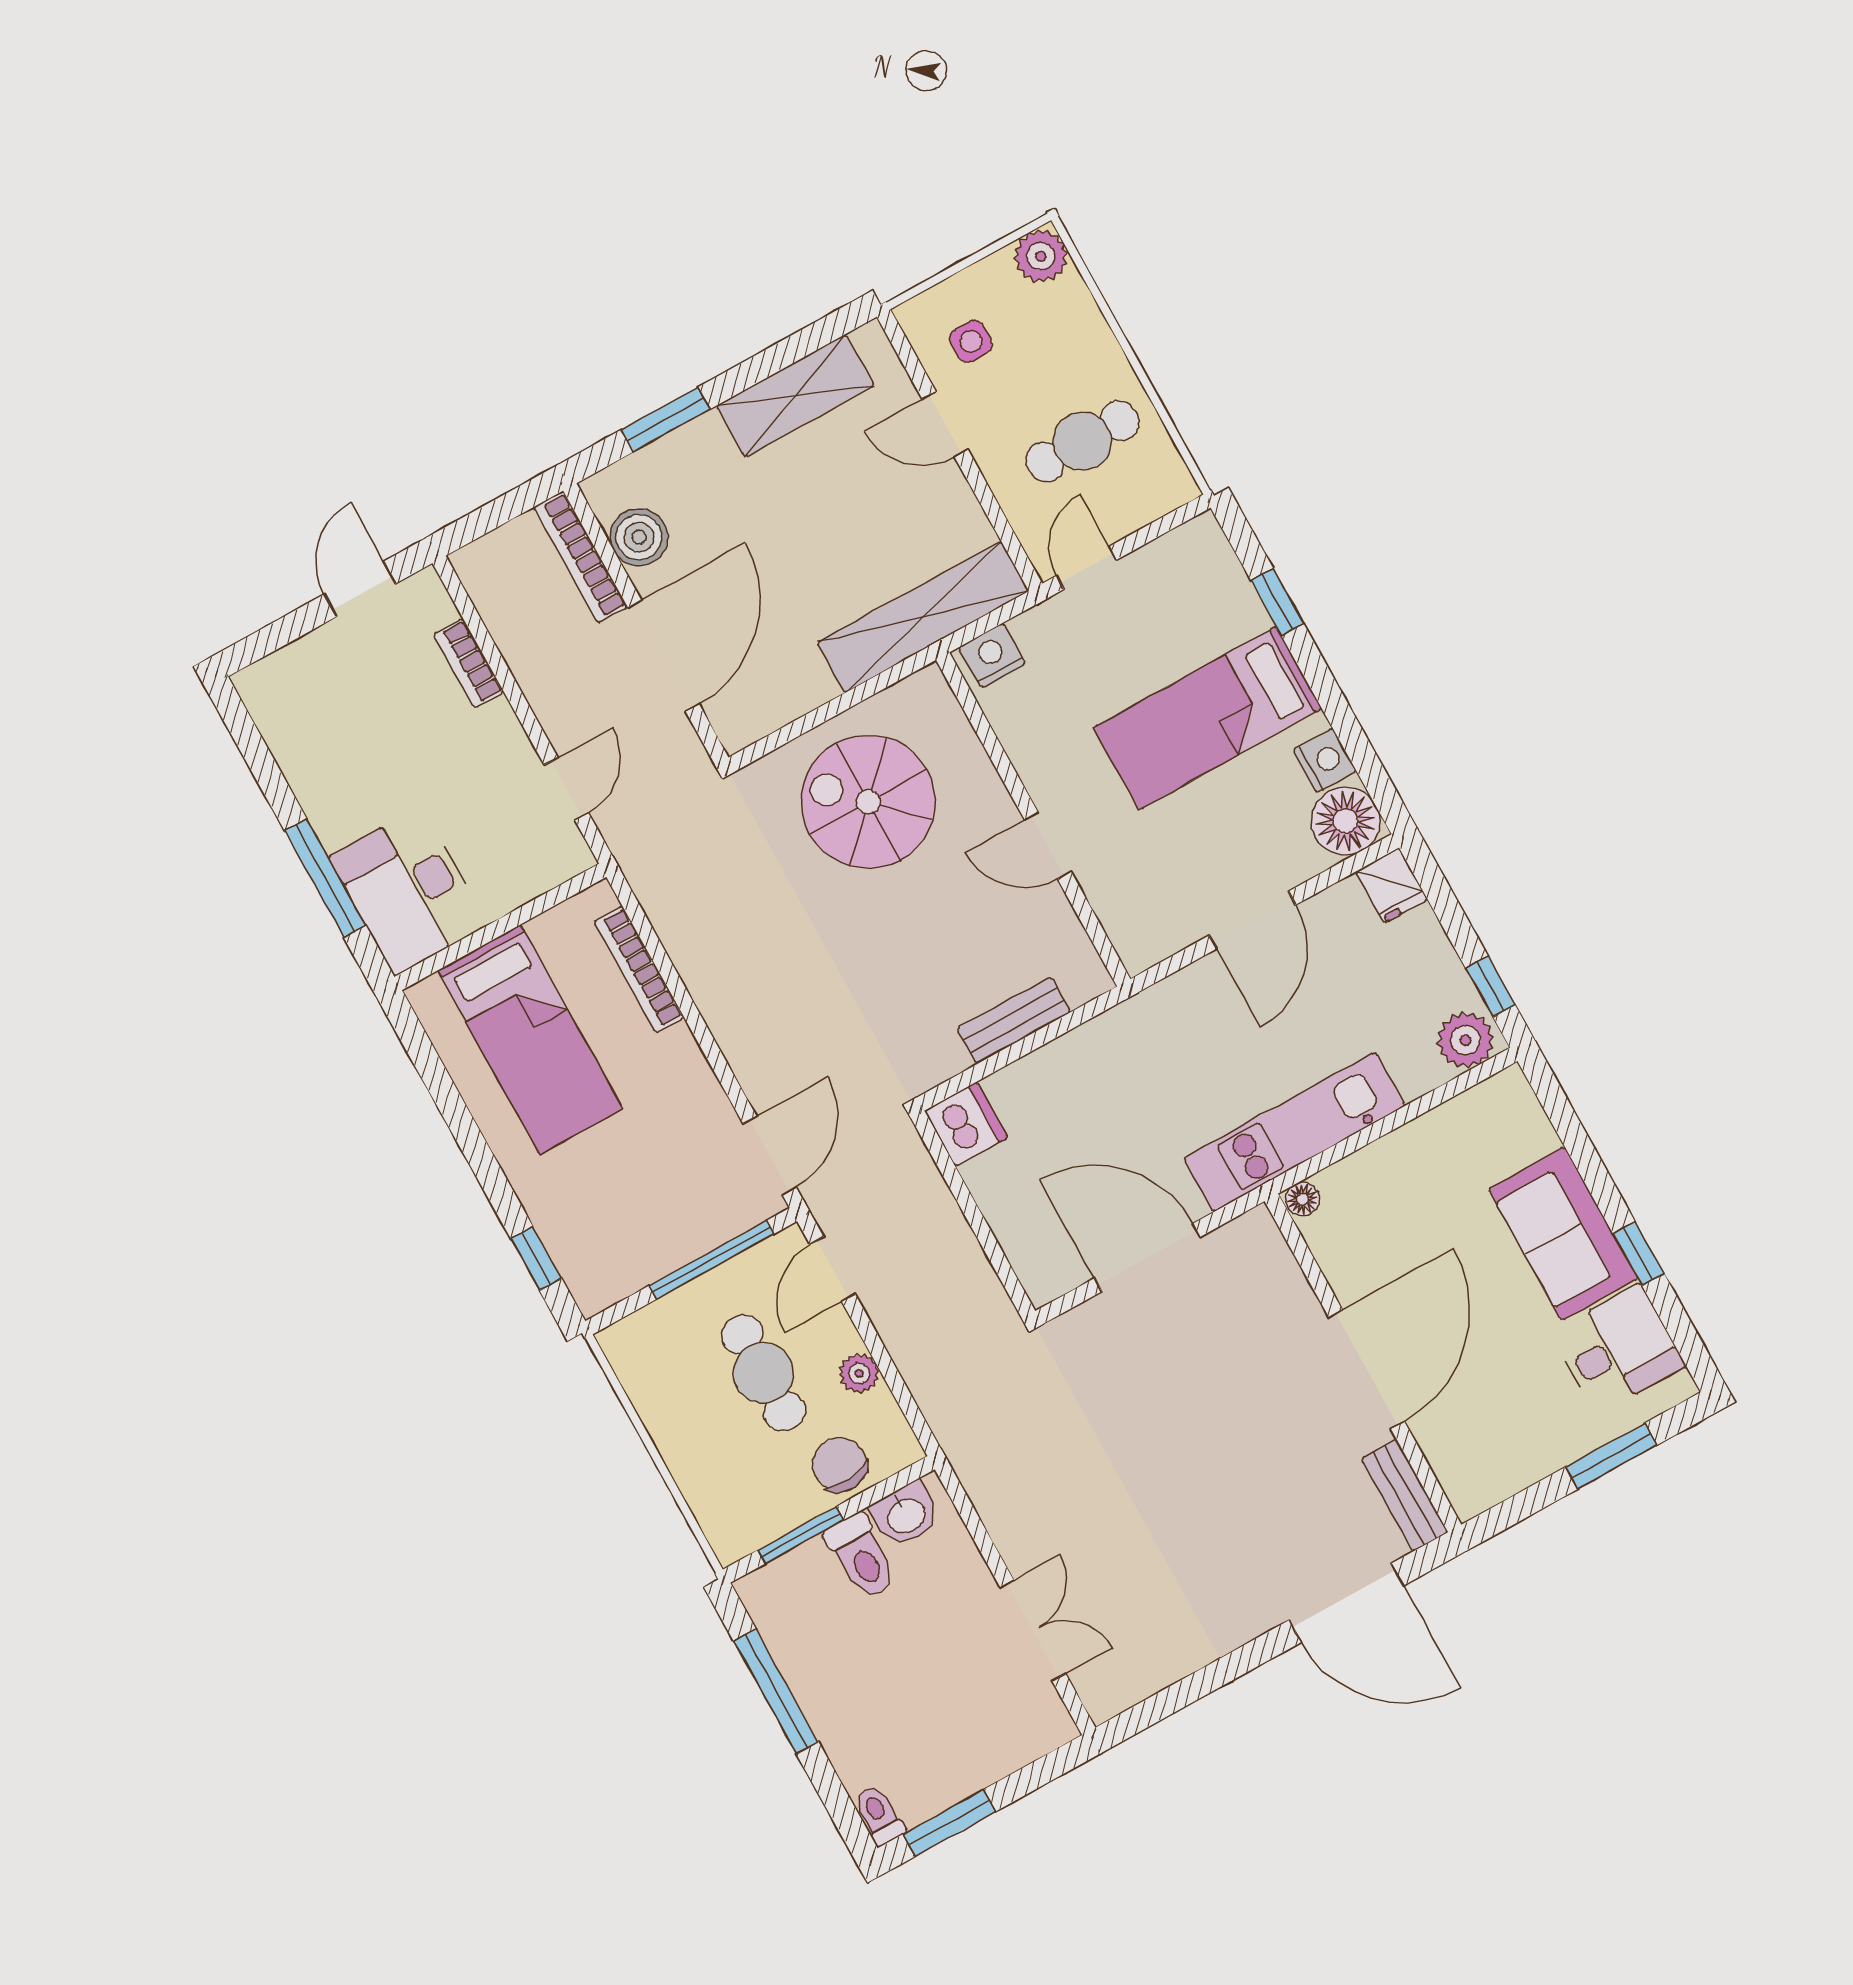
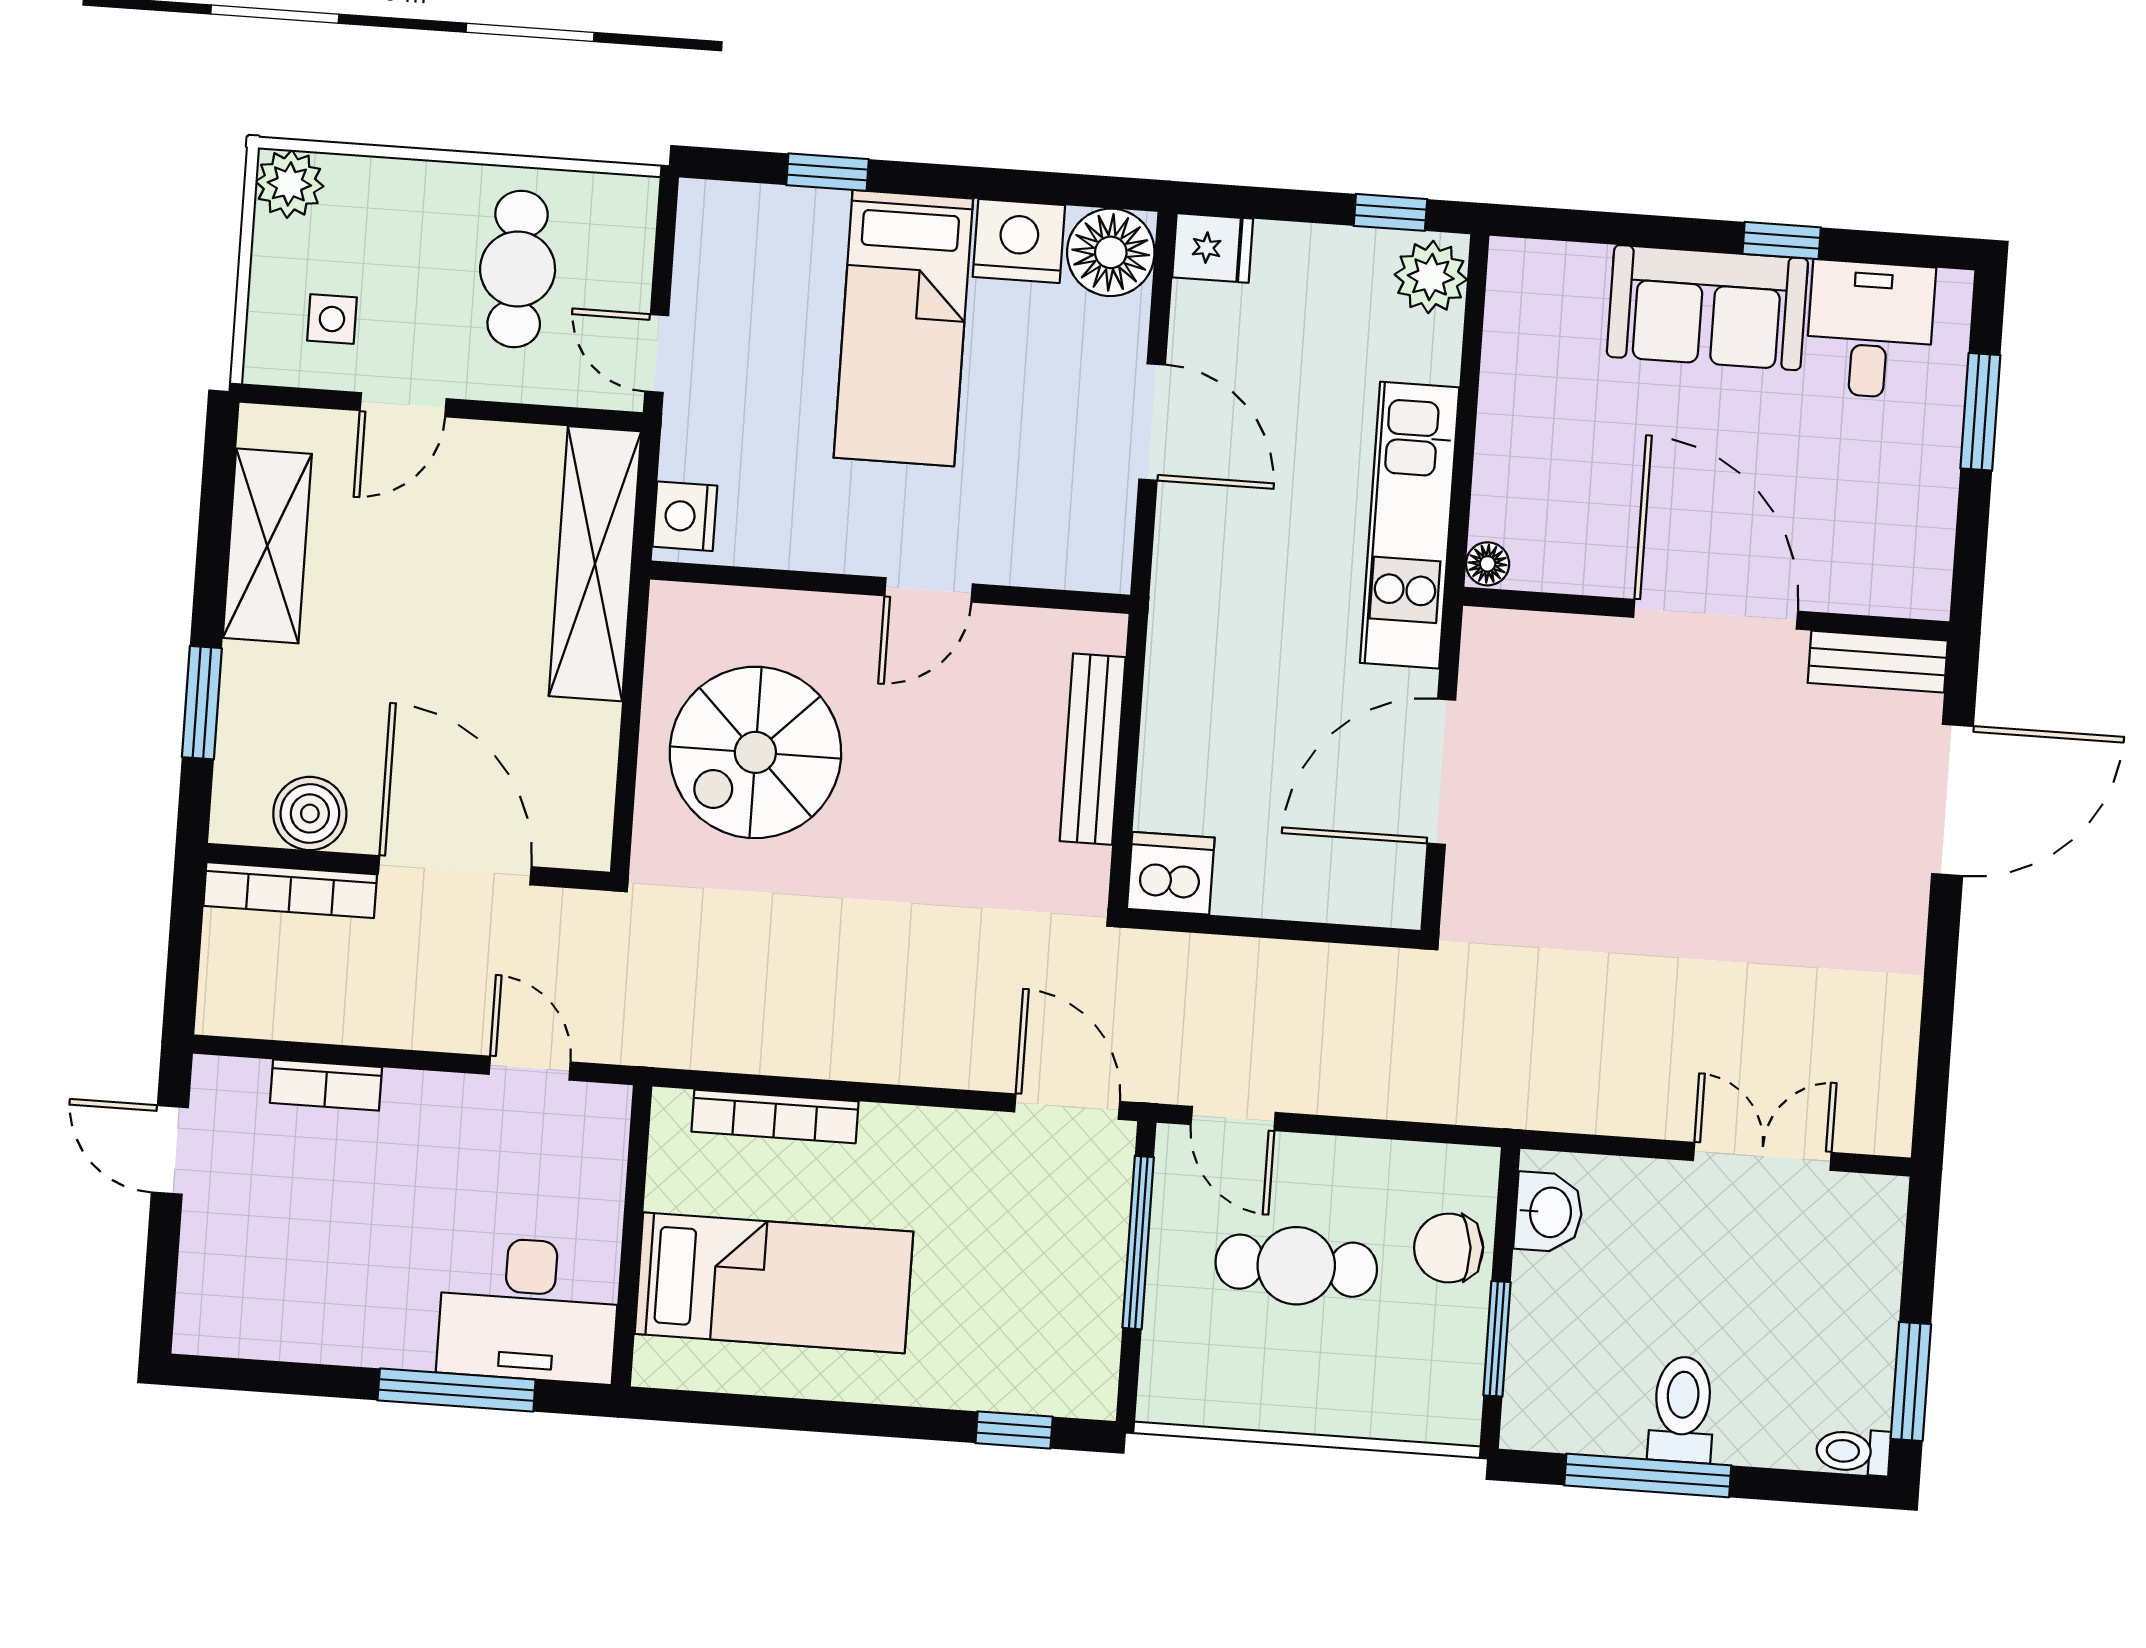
nightstand: (1325, 761) -> (1019, 241), width x1.36, depth x1.33
bench: (1014, 1020) -> (1093, 749), width x1.36
plant: (859, 1373) -> (1364, 1163), removed
toilet: (861, 1557) -> (1682, 1409), moved, turned -90

